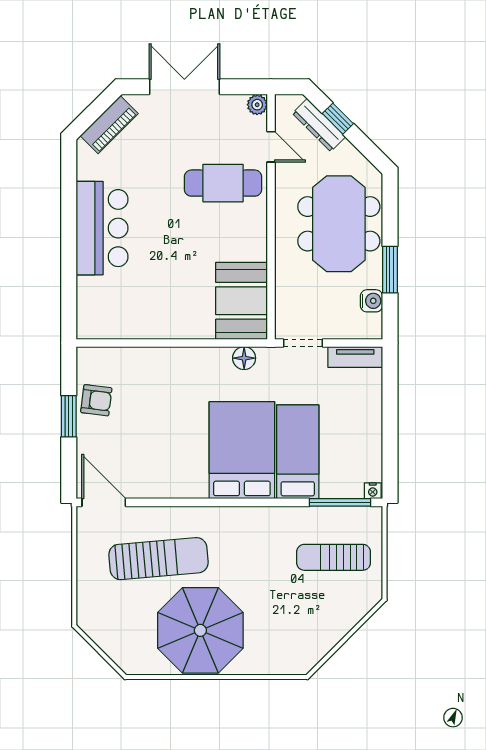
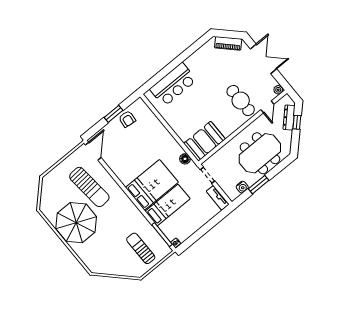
bar counter: (102, 228) -> (173, 85), moved

